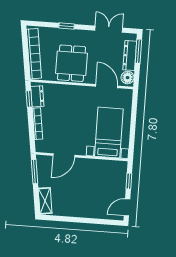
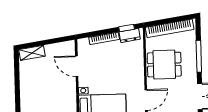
window: (67, 26) -> (199, 56), width x2.17
window: (34, 172) -> (58, 40), removed

